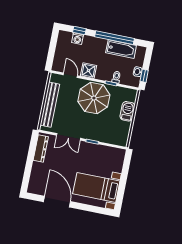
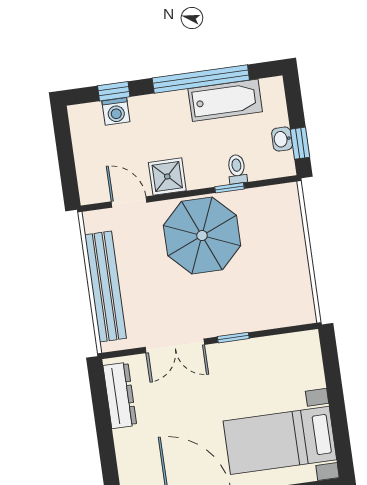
barbecue: (127, 111) -> (290, 239), removed

